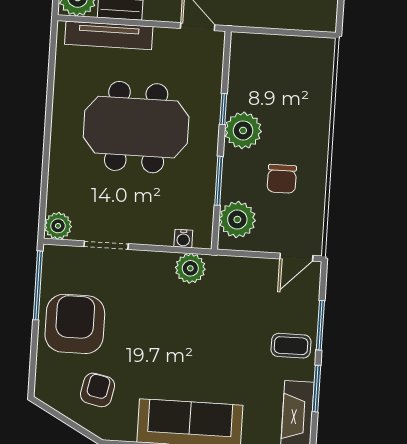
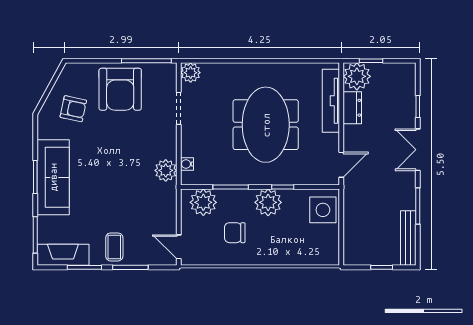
side table: (258, 56) -> (323, 210), added
armchair: (75, 324) -> (120, 89), turned 90

